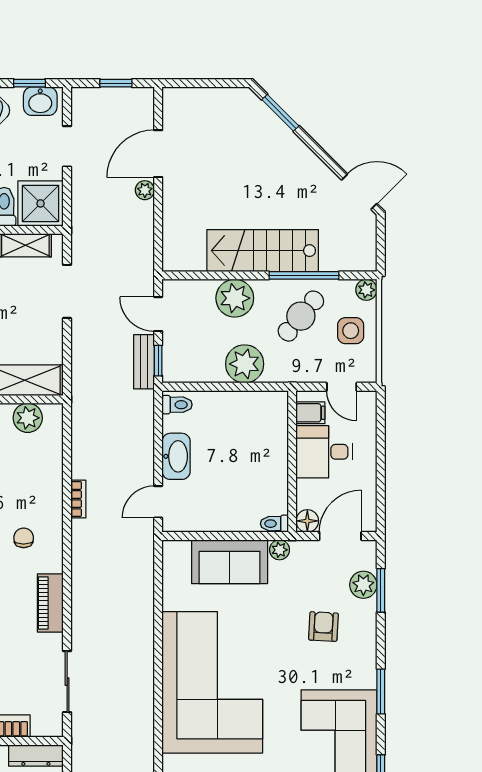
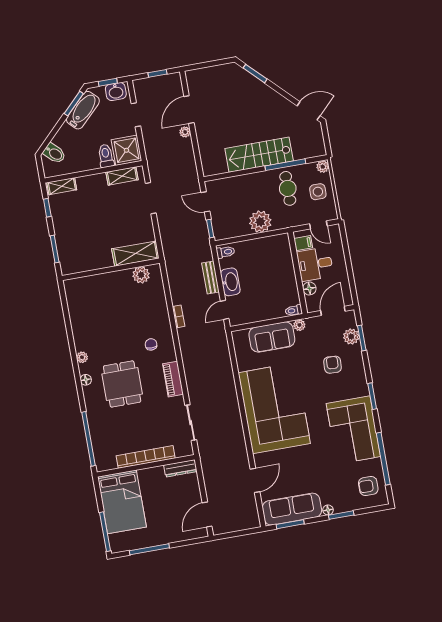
plant: (235, 298) -> (248, 185), removed
cafe table: (301, 316) -> (288, 188), turned -40
bench: (144, 362) -> (210, 277), moved
floor lamp: (307, 521) -> (309, 288), moved

